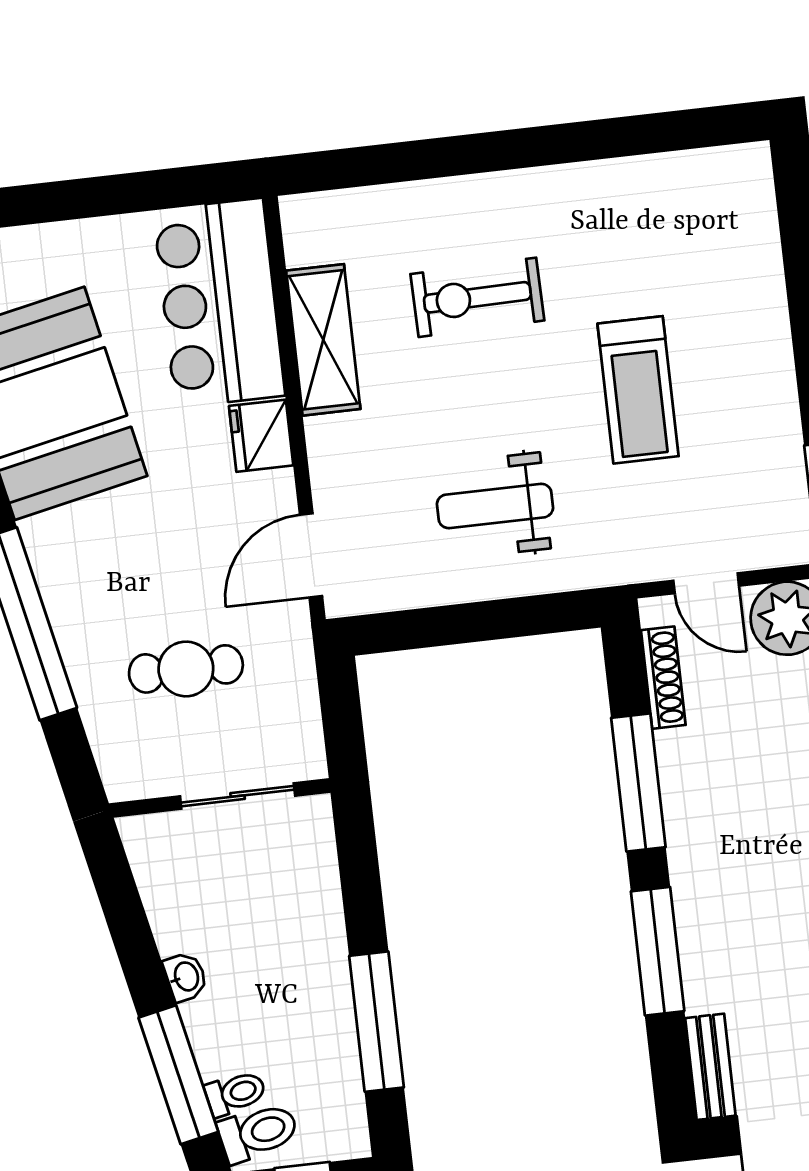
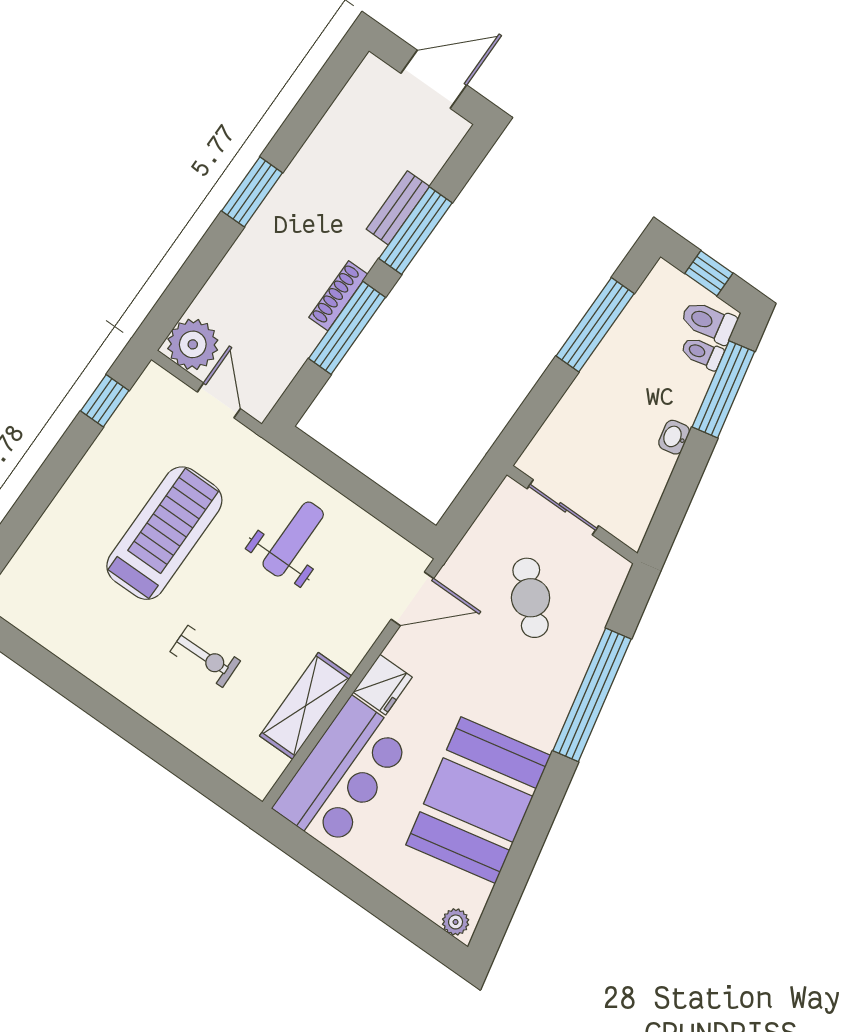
exercise bike: (477, 297) -> (205, 656), width x0.73, depth x0.72
treadmill: (638, 390) -> (164, 533), width x1.37, depth x1.38
weight bench: (495, 506) -> (293, 539), turned -90
cafe table: (186, 669) -> (531, 598), turned 46
shoe rack: (663, 678) -> (338, 296), moved
bench: (710, 1067) -> (398, 208), moved

